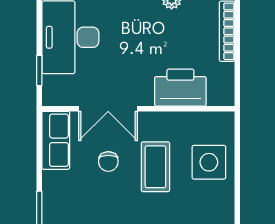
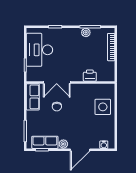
printer: (180, 88) -> (90, 76), width x0.53, depth x0.68
coffee table: (155, 167) -> (78, 109), removed

